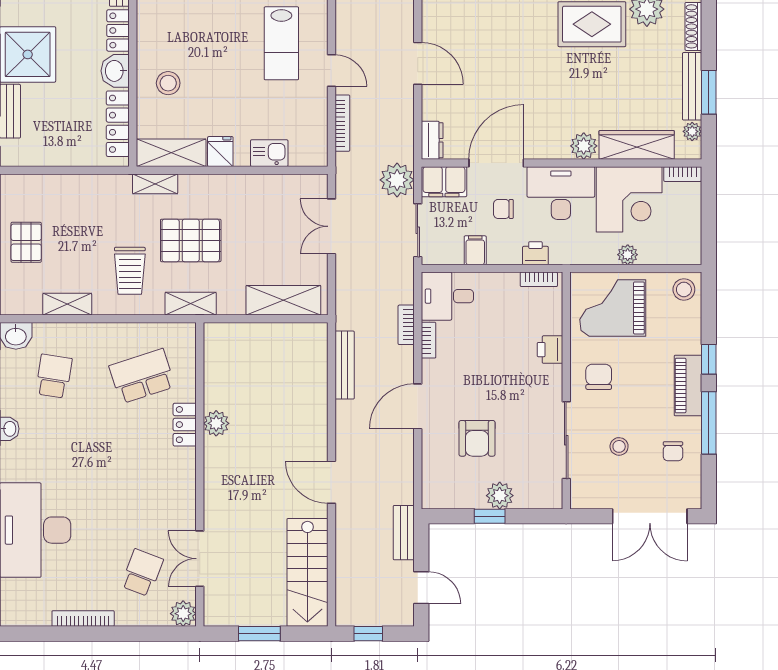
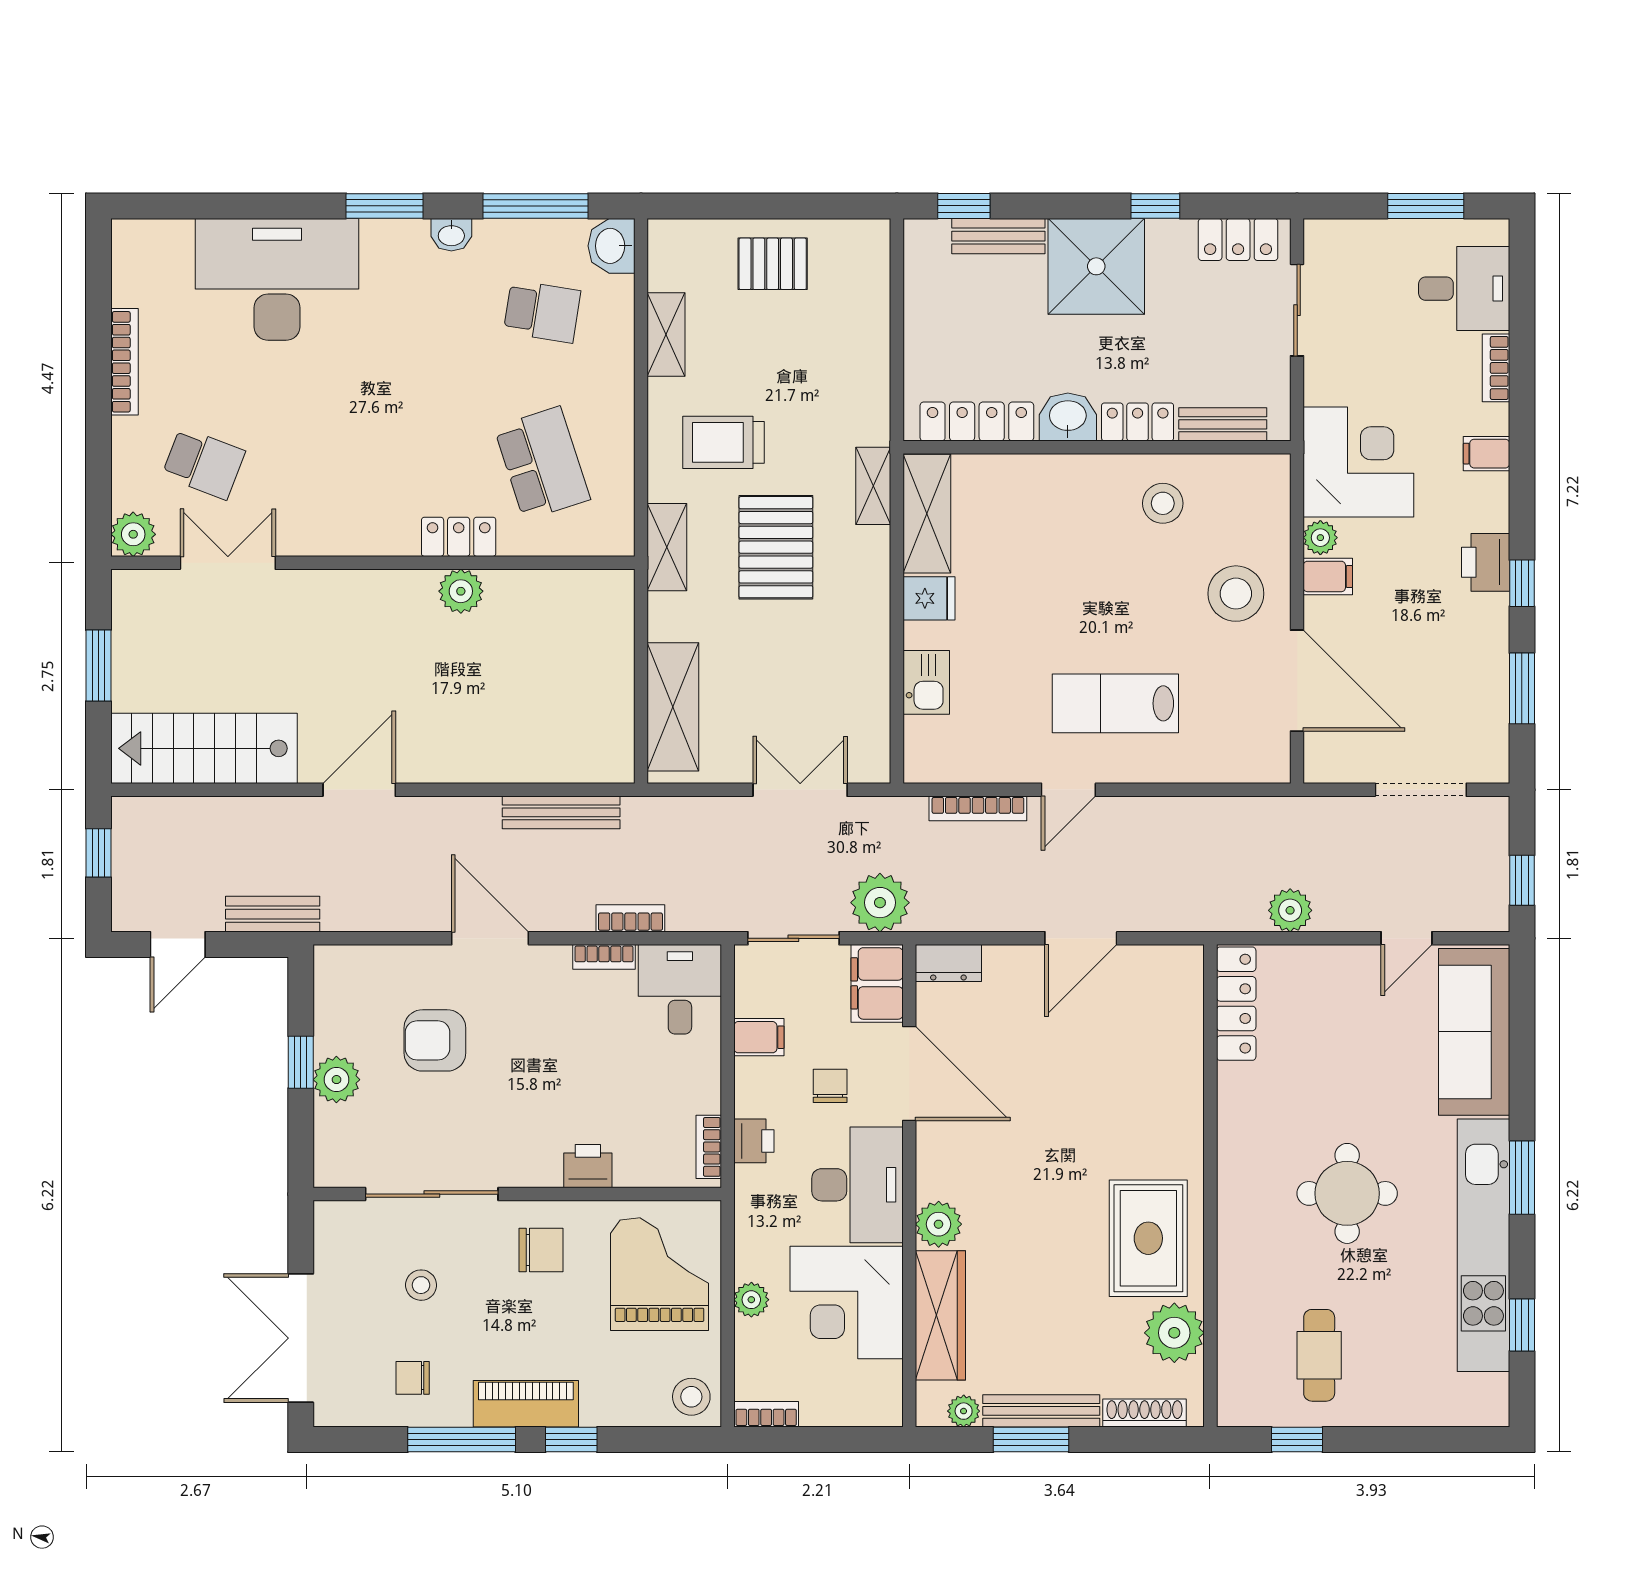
stool: (168, 83) -> (1163, 503), moved
bookcase: (683, 174) -> (766, 1414), moved, turned 90

